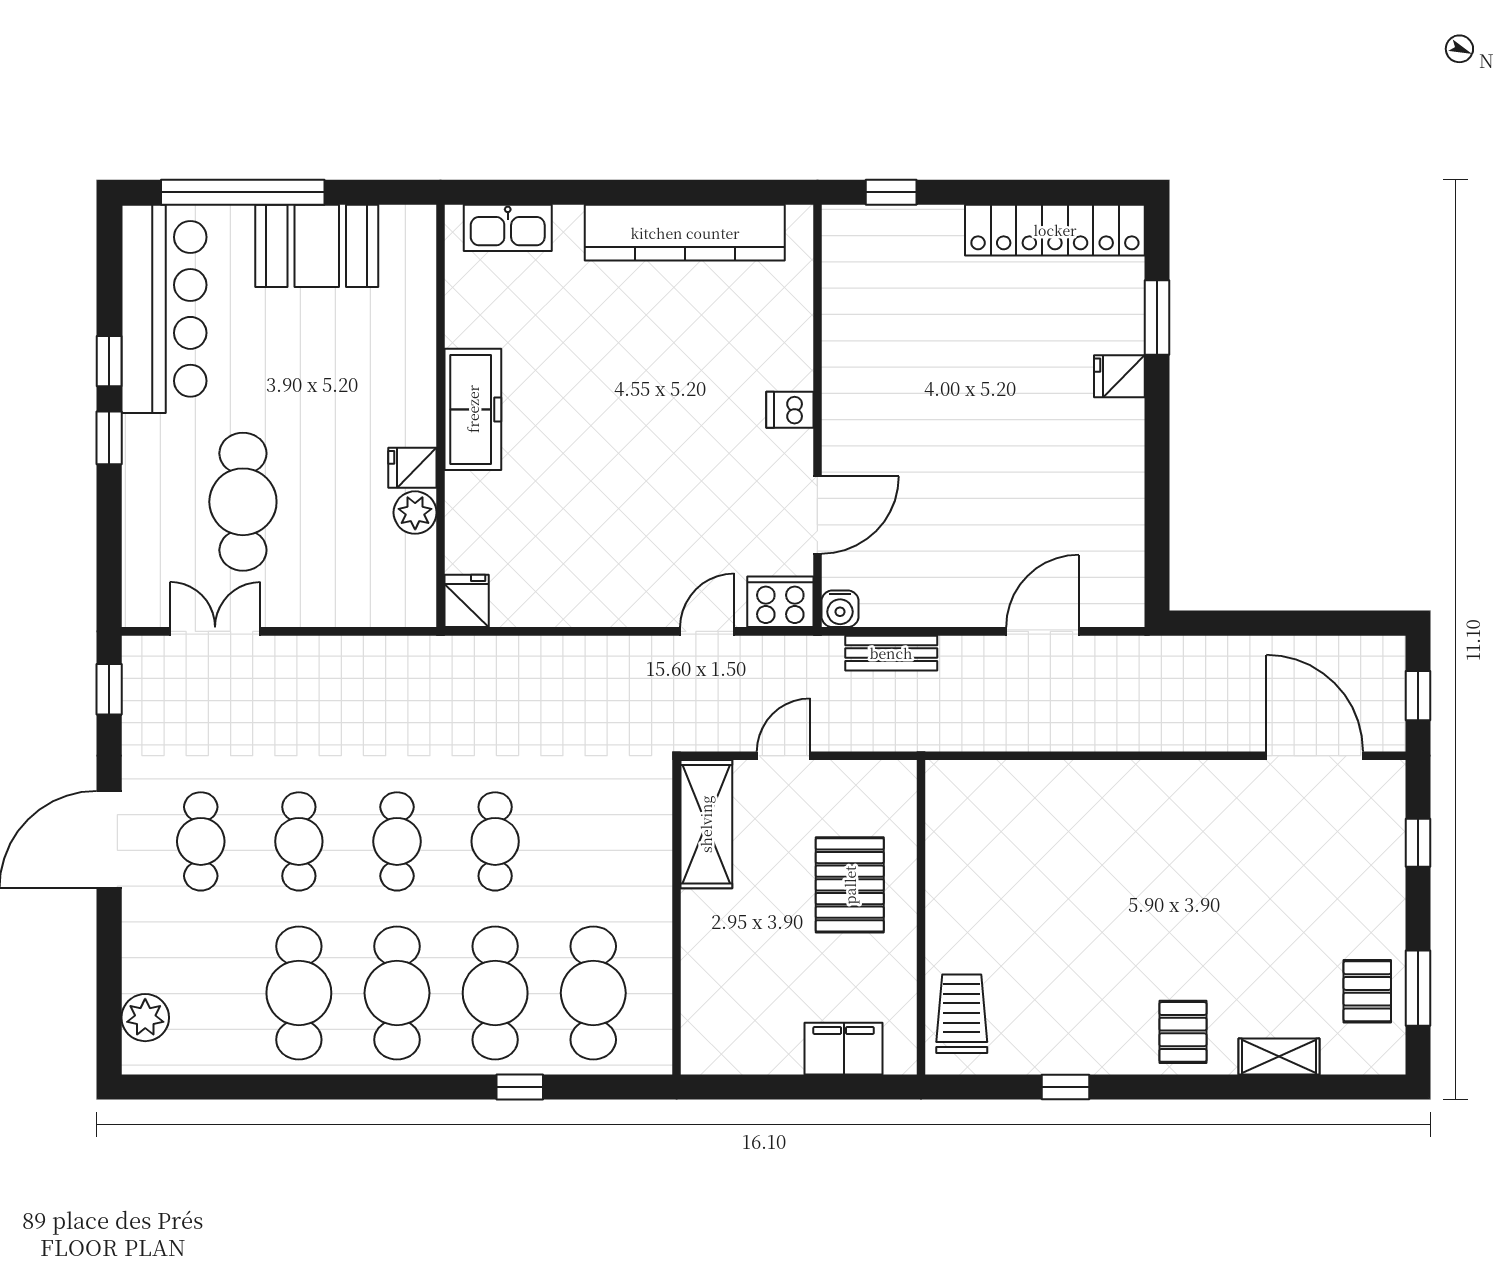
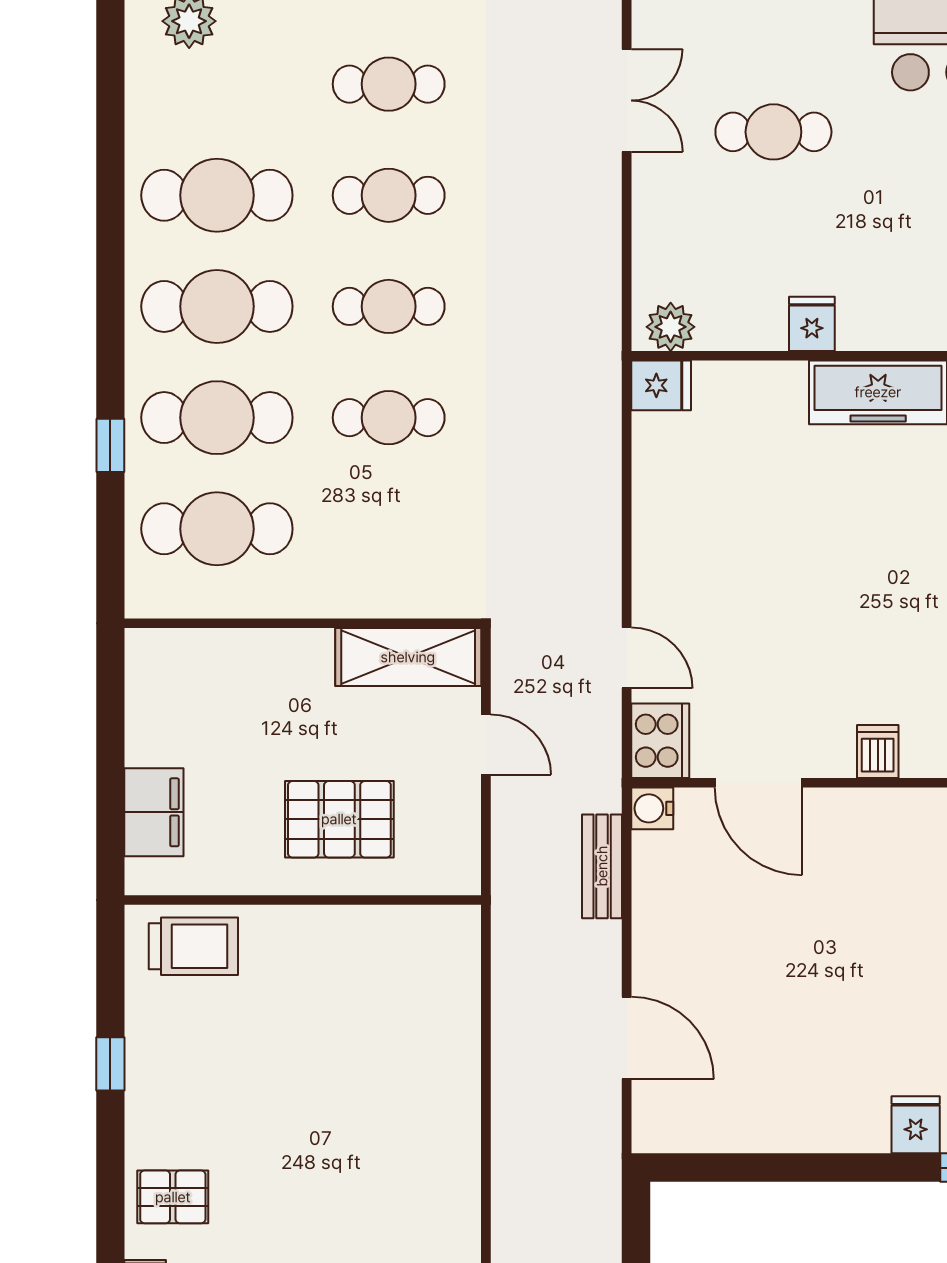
cafe table: (243, 502) -> (773, 132), width x0.73, depth x0.74
plant: (415, 513) -> (671, 327), moved

